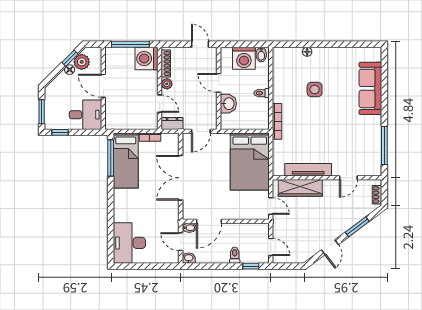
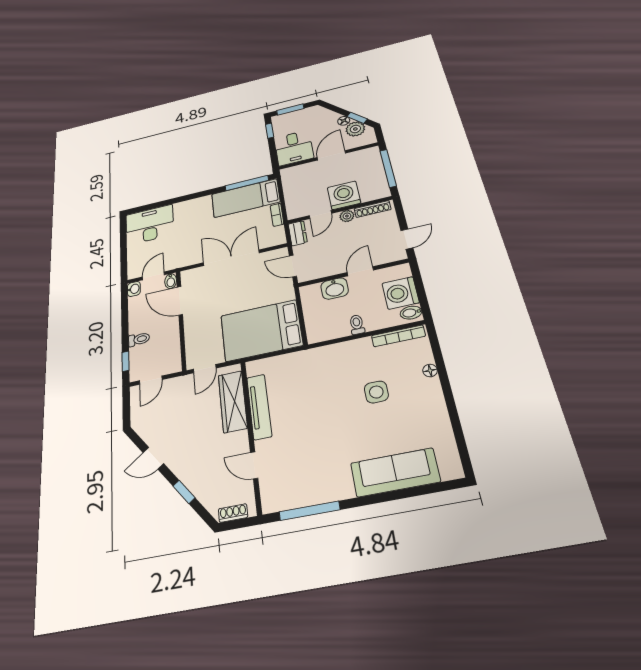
washing machine: (146, 59) -> (344, 195), moved
bookcase: (277, 121) -> (398, 336), moved
window: (357, 227) -> (184, 492), width x0.67

